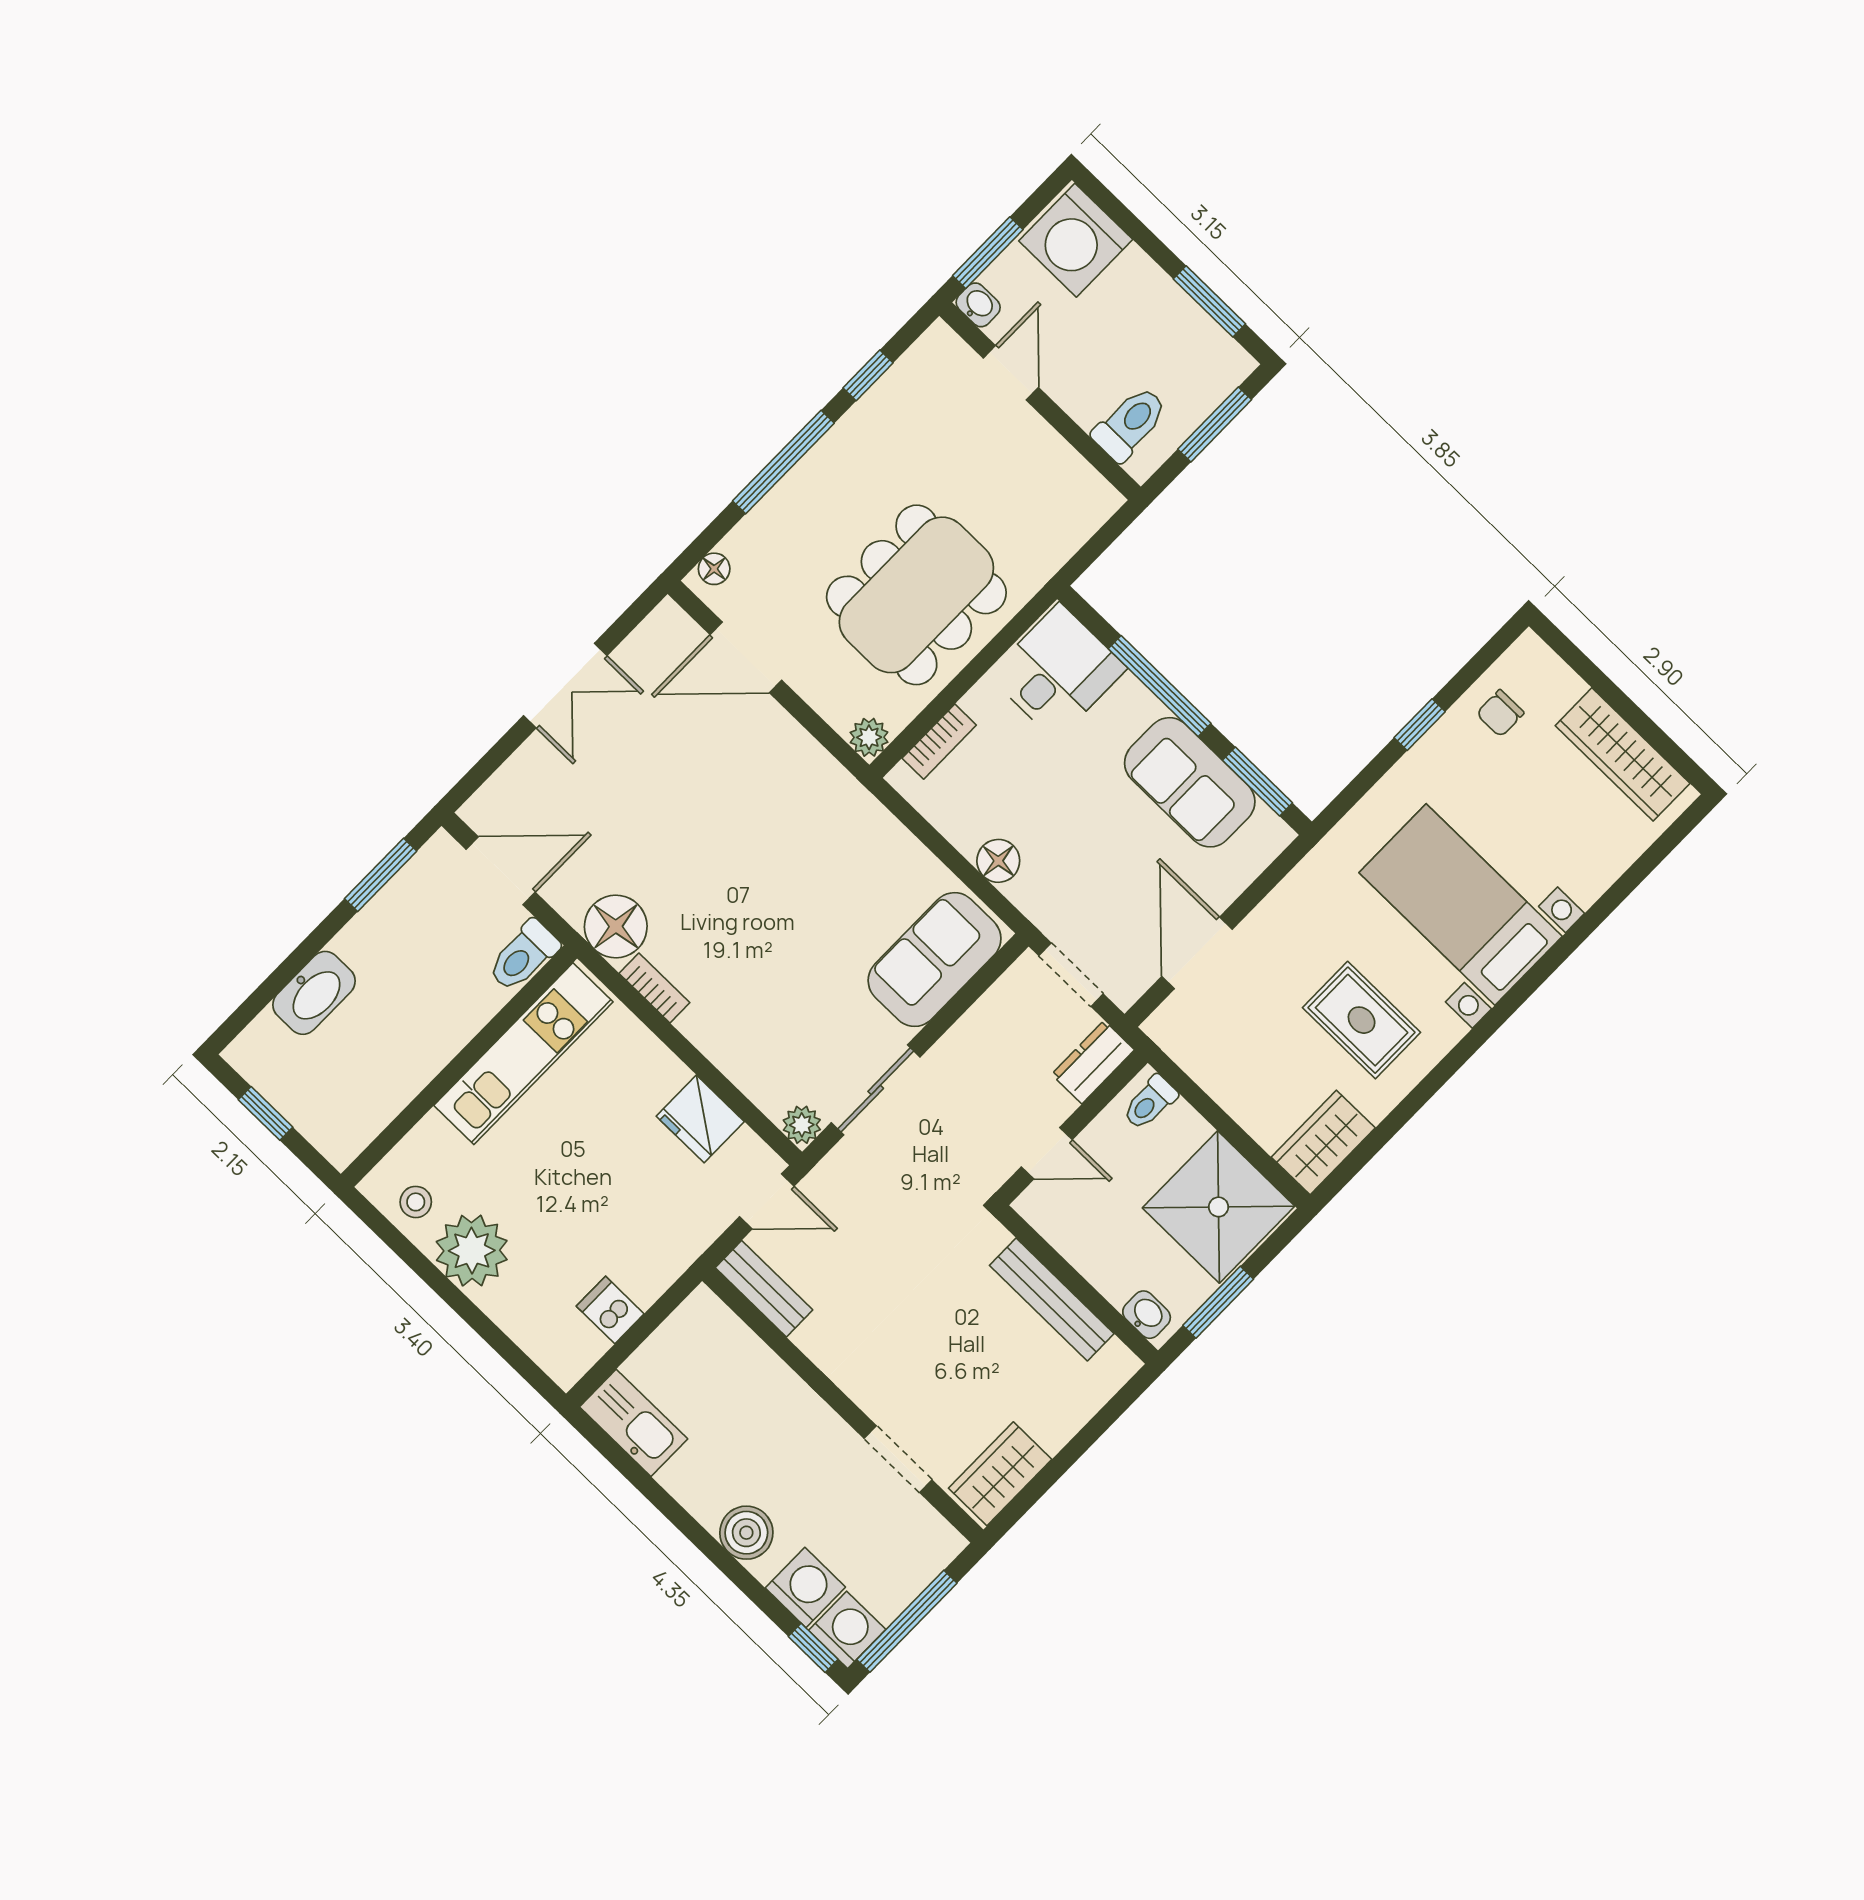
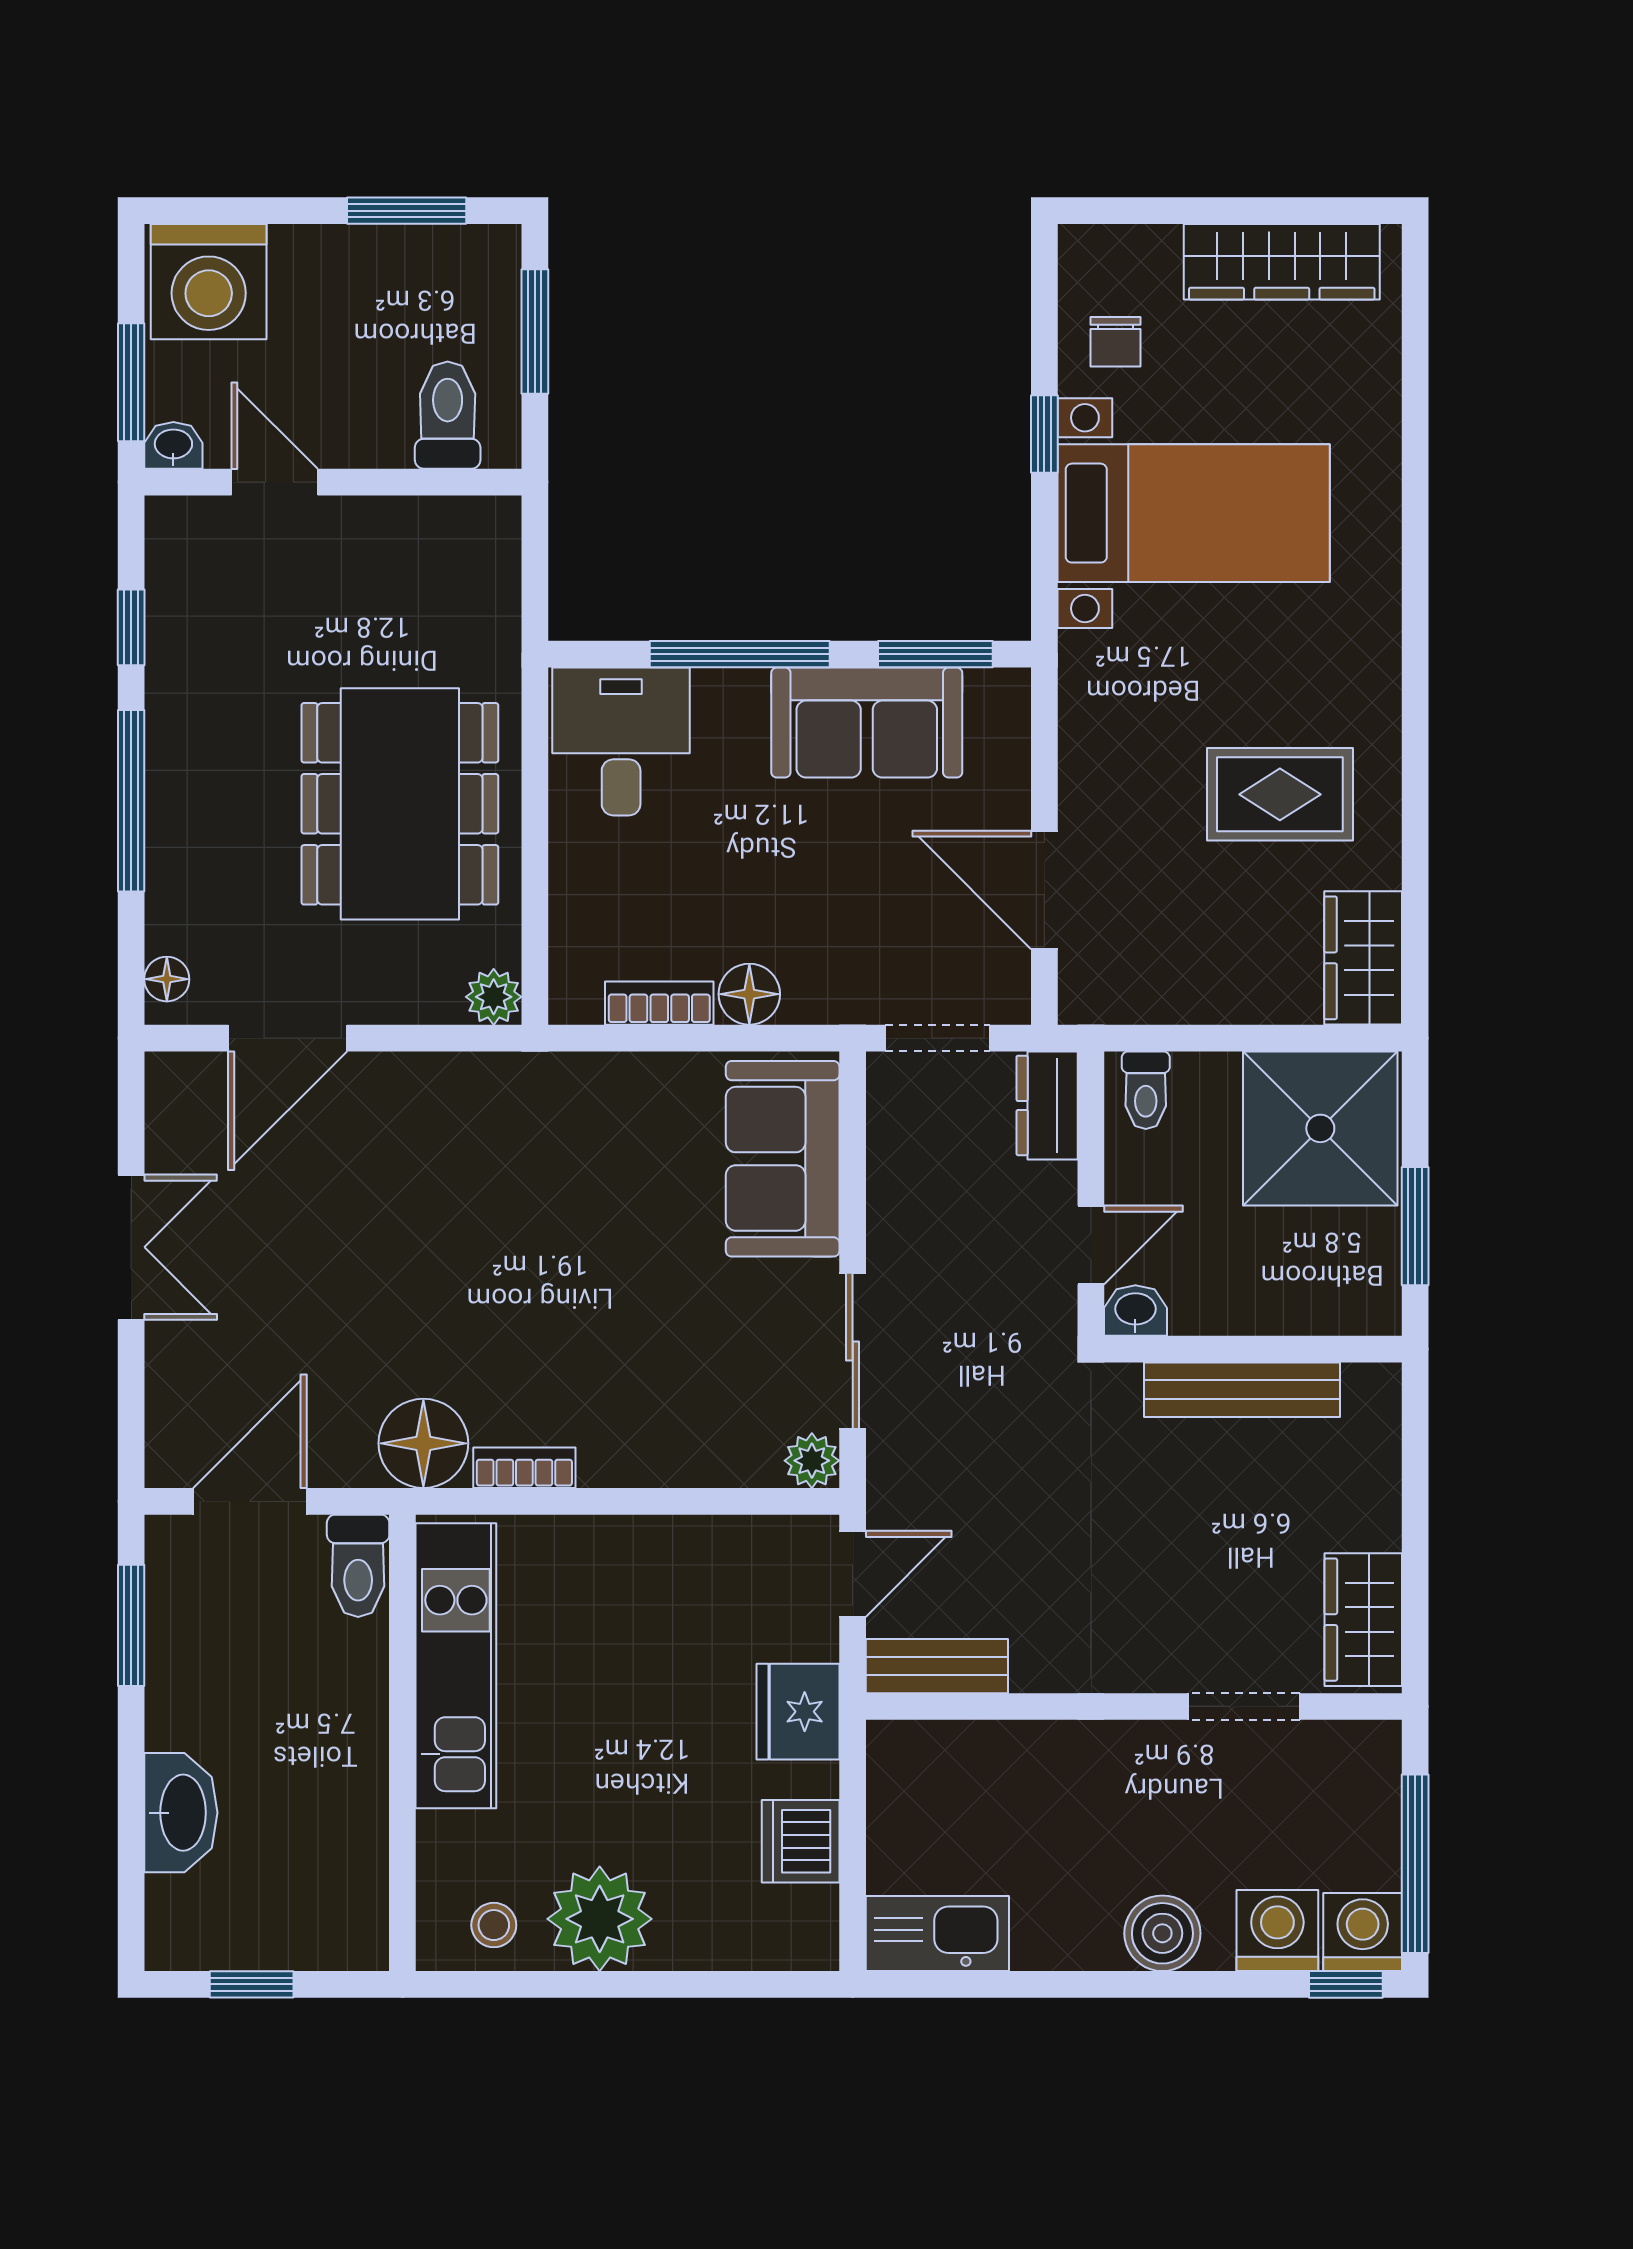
bookcase: (939, 742) -> (659, 1003), moved, turned -90
bed with nightstands: (1461, 904) -> (1194, 513), moved, turned 180
fridge: (700, 1119) -> (798, 1712), moved, turned 90
dishwasher: (610, 1310) -> (801, 1841), width x1.38
washbasin: (1147, 1315) -> (1135, 1310), moved

